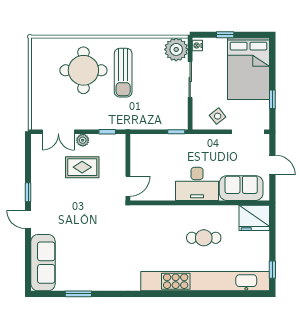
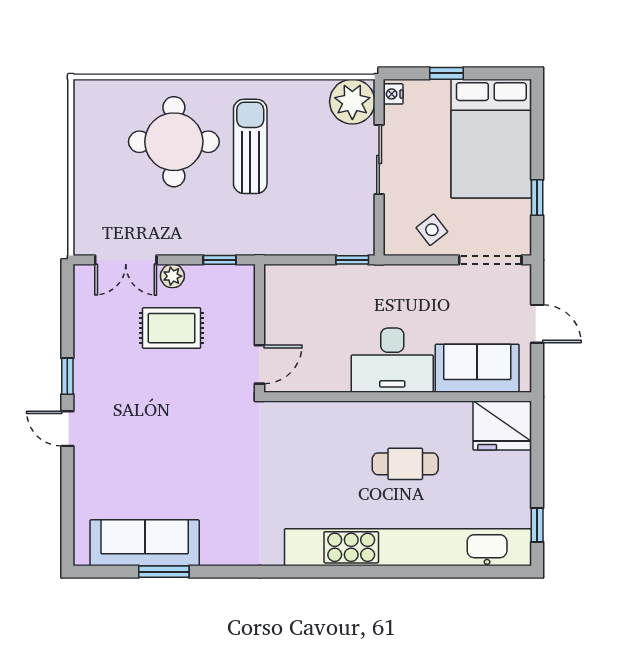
sun lounger: (123, 73) -> (250, 146), turned 180
sofa: (43, 263) -> (145, 543), moved, turned -90

